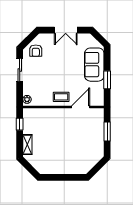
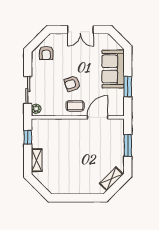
sliding door: (20, 70) -> (28, 90), moved
armchair: (59, 77) -> (72, 84), added
shelving: (93, 161) -> (111, 179), added

